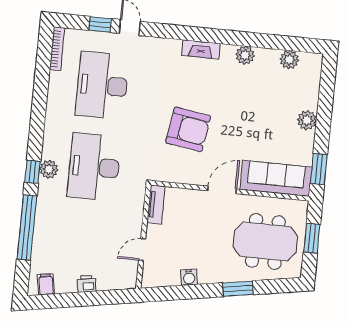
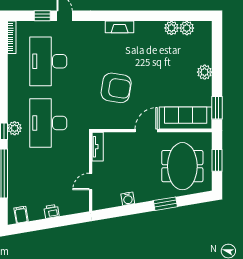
plant: (245, 55) -> (171, 28), moved
meeting table: (265, 241) -> (182, 166), turned 90

